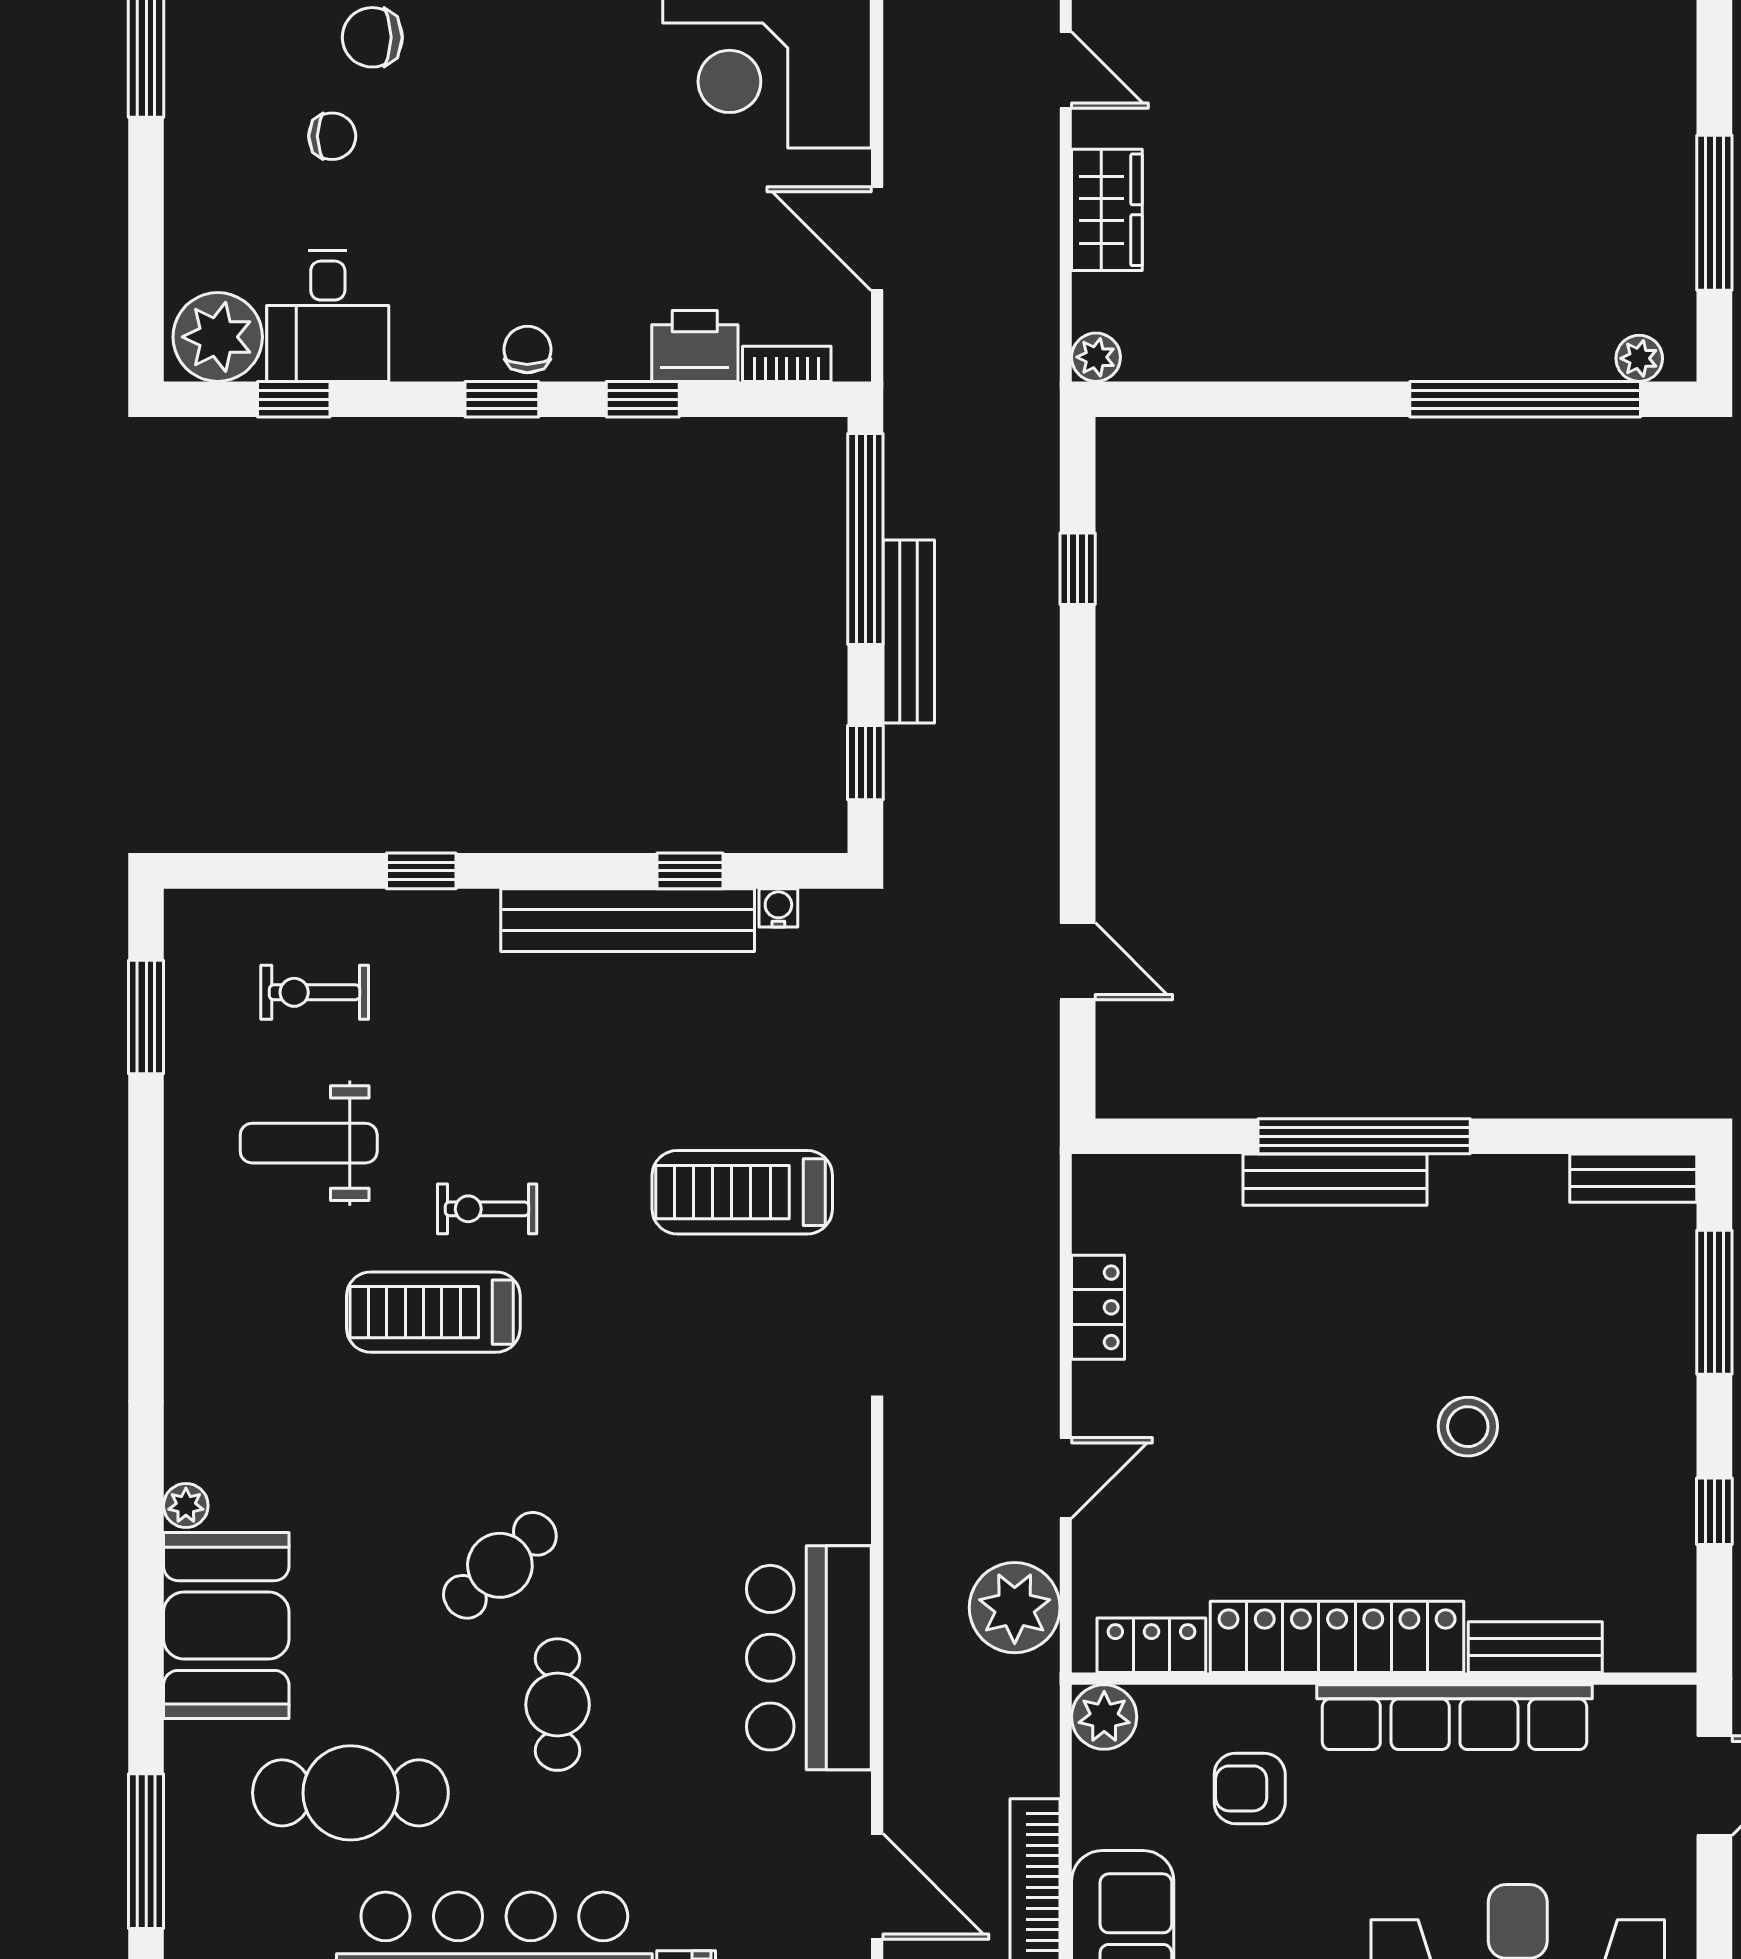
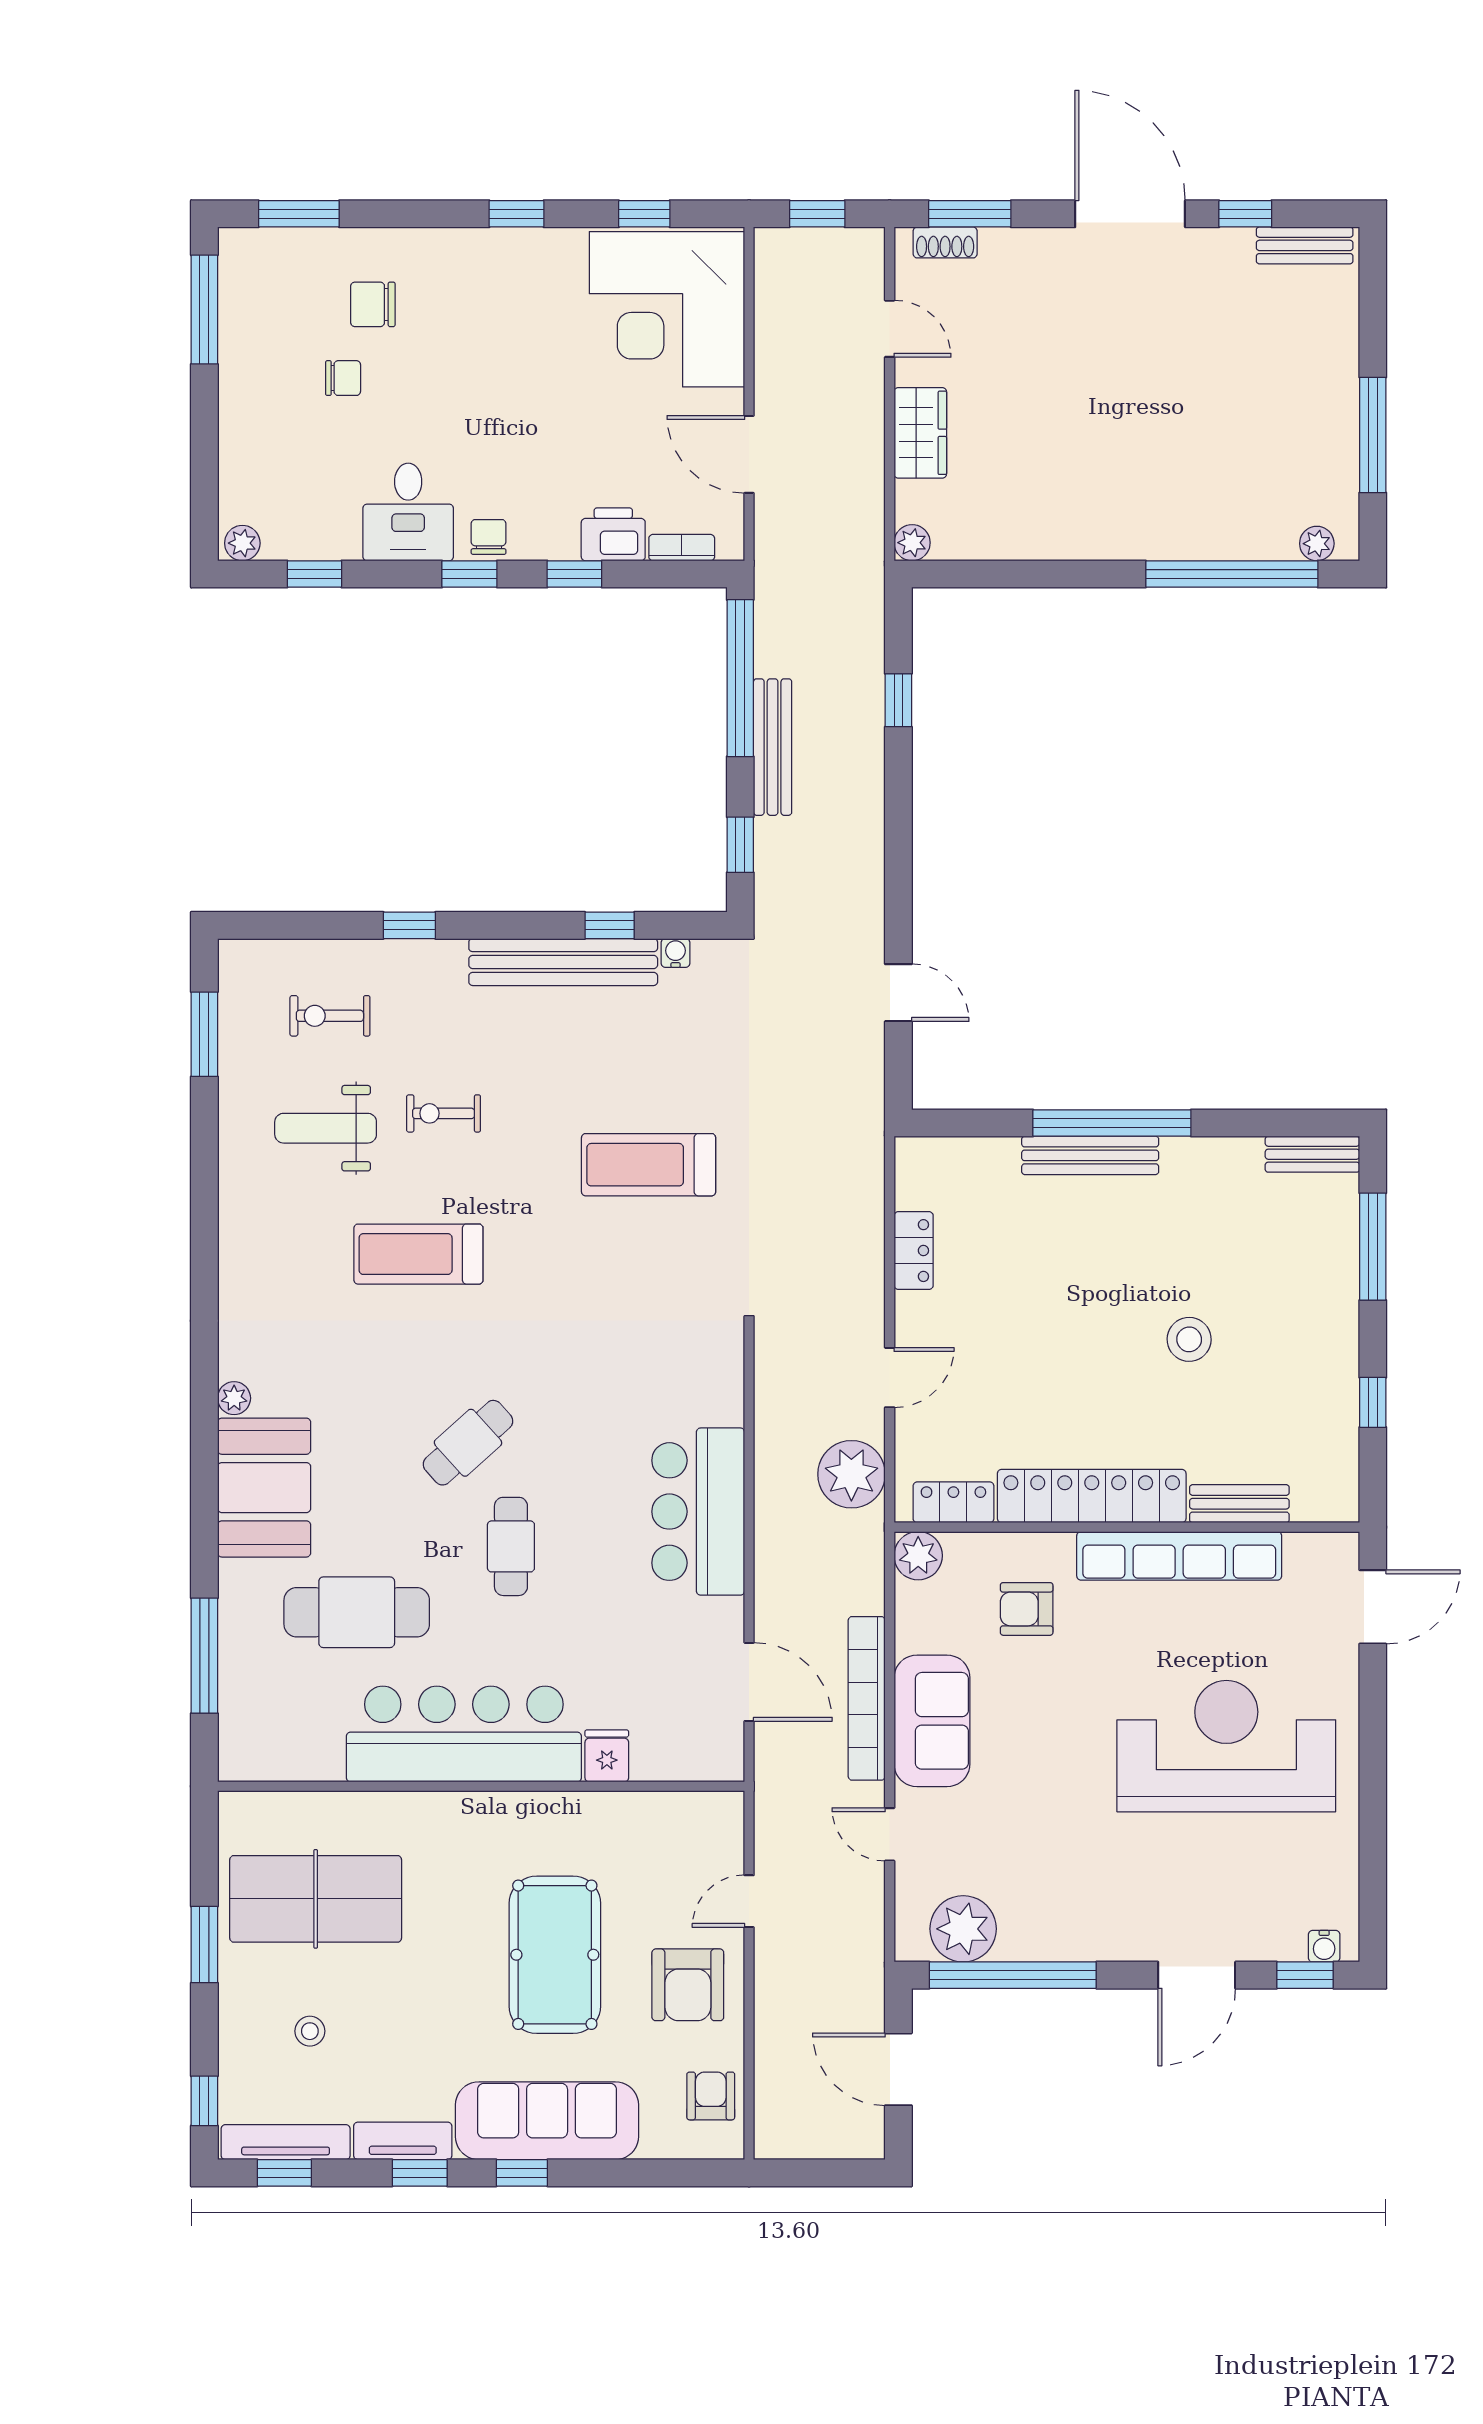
desk: (328, 316) -> (408, 512), moved
plant: (218, 337) -> (242, 543), width x0.53, depth x0.53
exercise bike: (487, 1209) -> (443, 1113), moved

